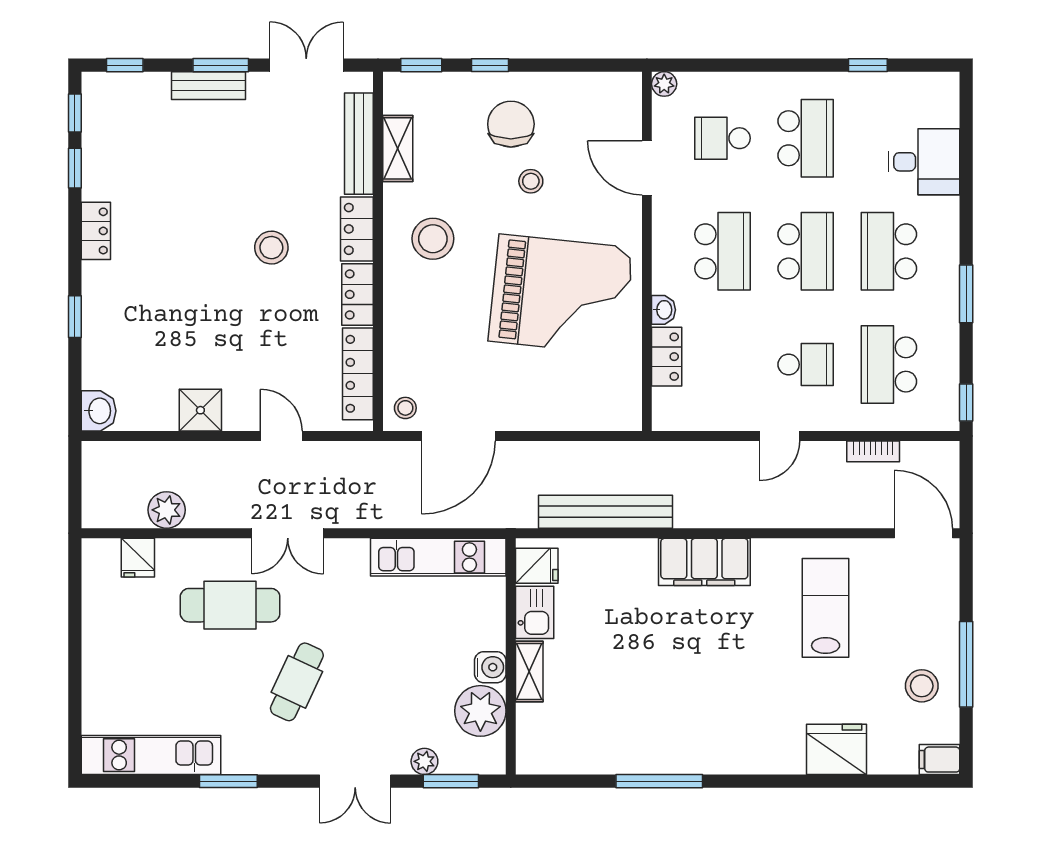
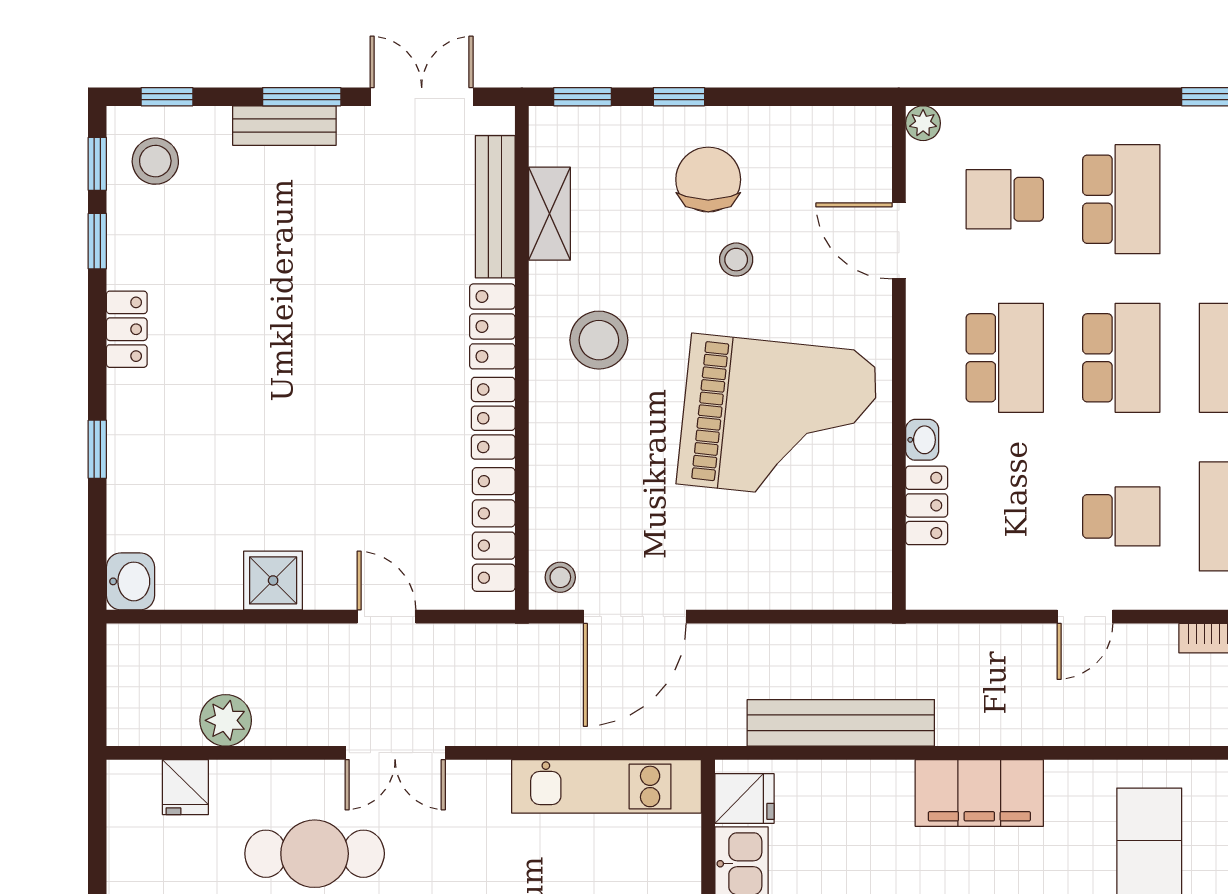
stool: (271, 248) -> (155, 161), moved

